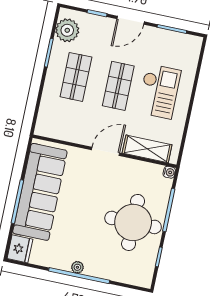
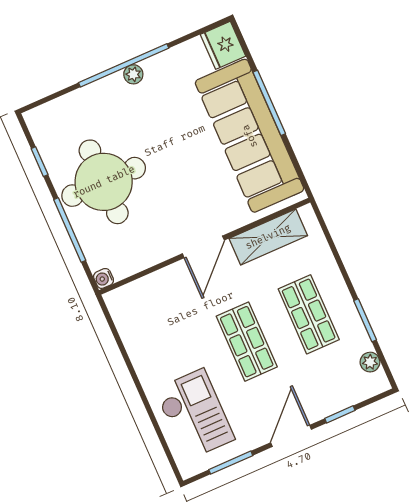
plant: (67, 30) -> (370, 362), width x0.53, depth x0.53
checkout: (159, 91) -> (195, 414), moved, turned 180
shelving: (147, 149) -> (268, 237), moved

